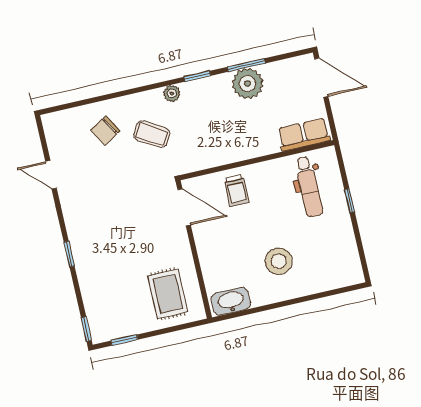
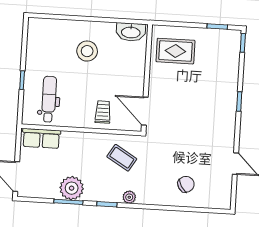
coffee table: (152, 134) -> (122, 158), moved
rug: (168, 294) -> (175, 51), turned 90

